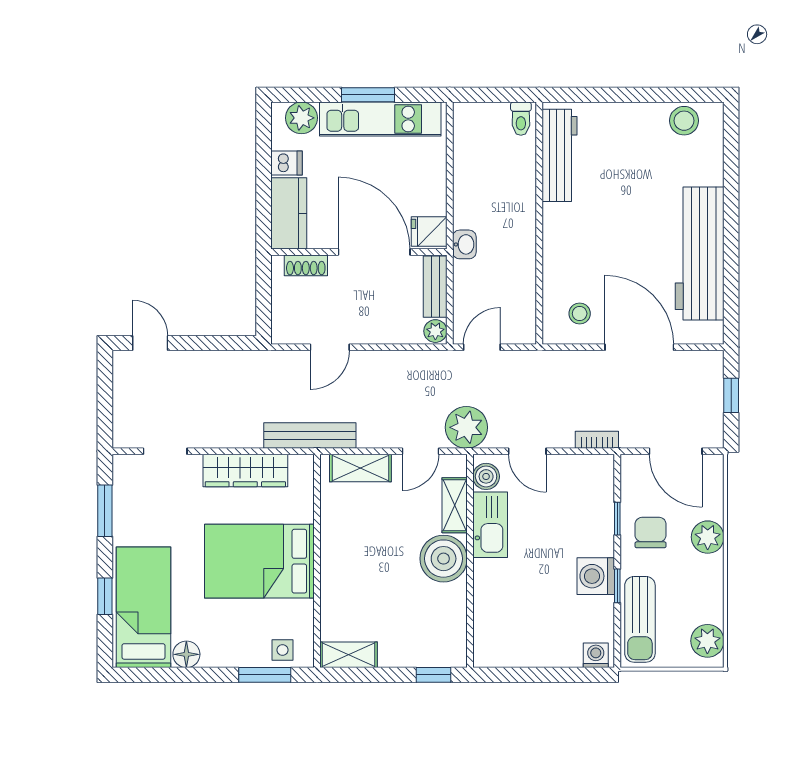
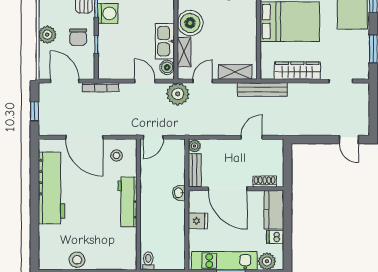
stool: (684, 121) -> (77, 260), moved
workbench: (560, 155) -> (127, 202), moved
fridge: (429, 232) -> (198, 221), moved
door: (482, 347) -> (153, 137), moved
bookcase: (597, 440) -> (101, 87), width x1.56

